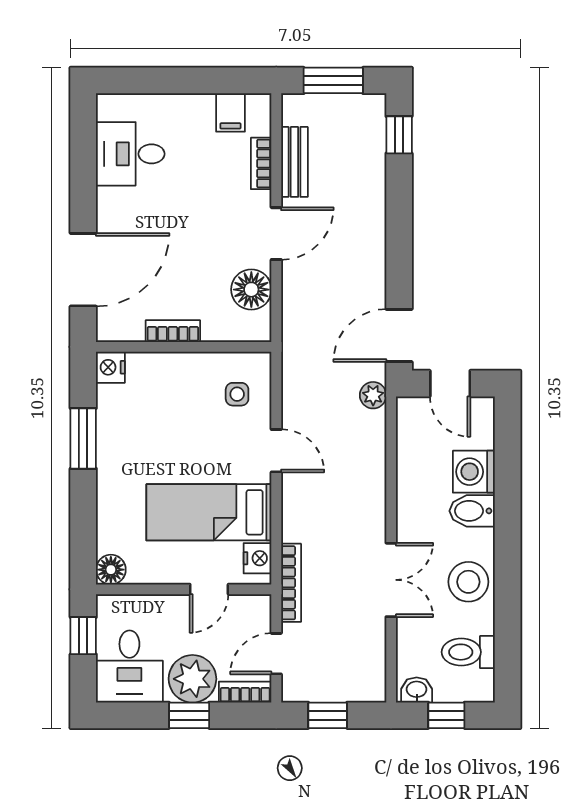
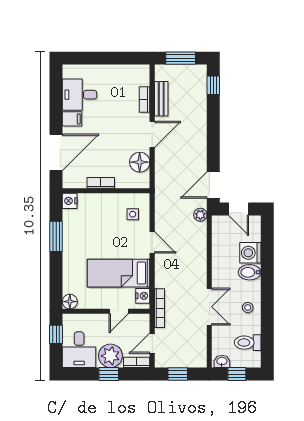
filing cabinet: (230, 112) -> (72, 119), moved, turned -90
stool: (468, 582) -> (248, 308), width x0.53, depth x0.53

